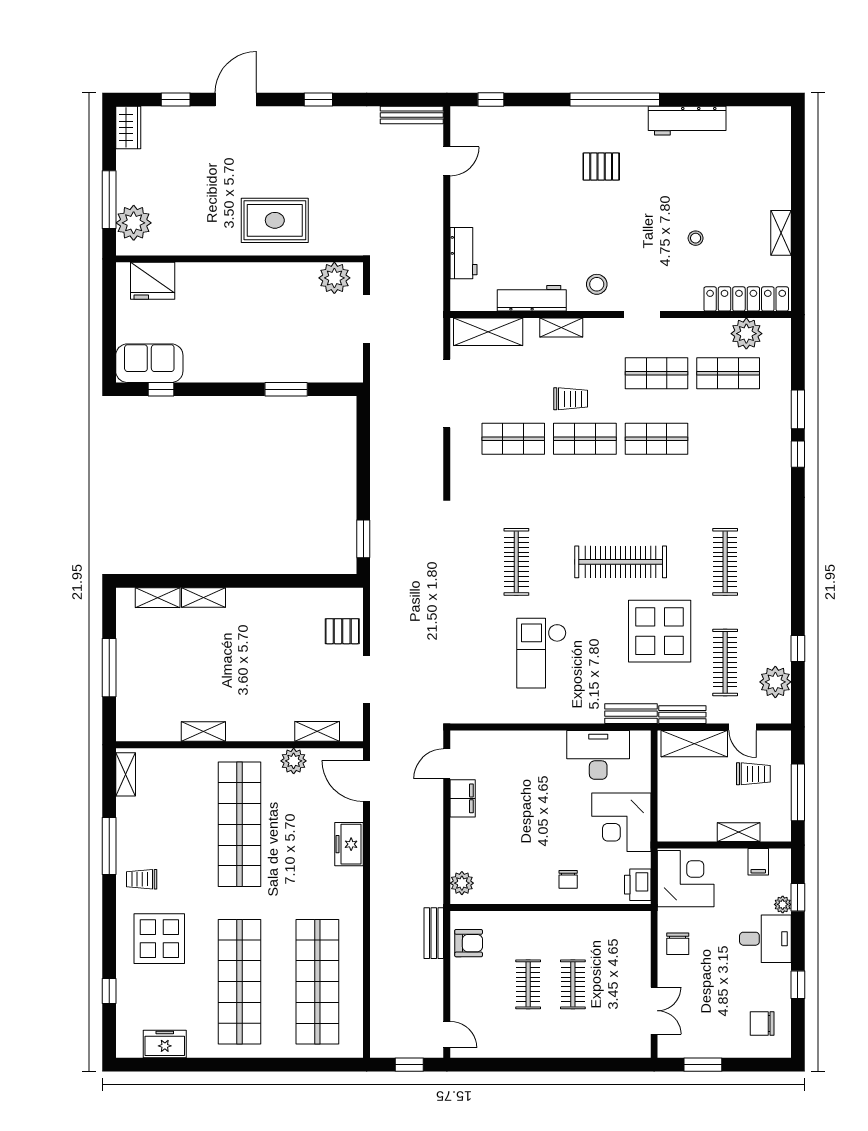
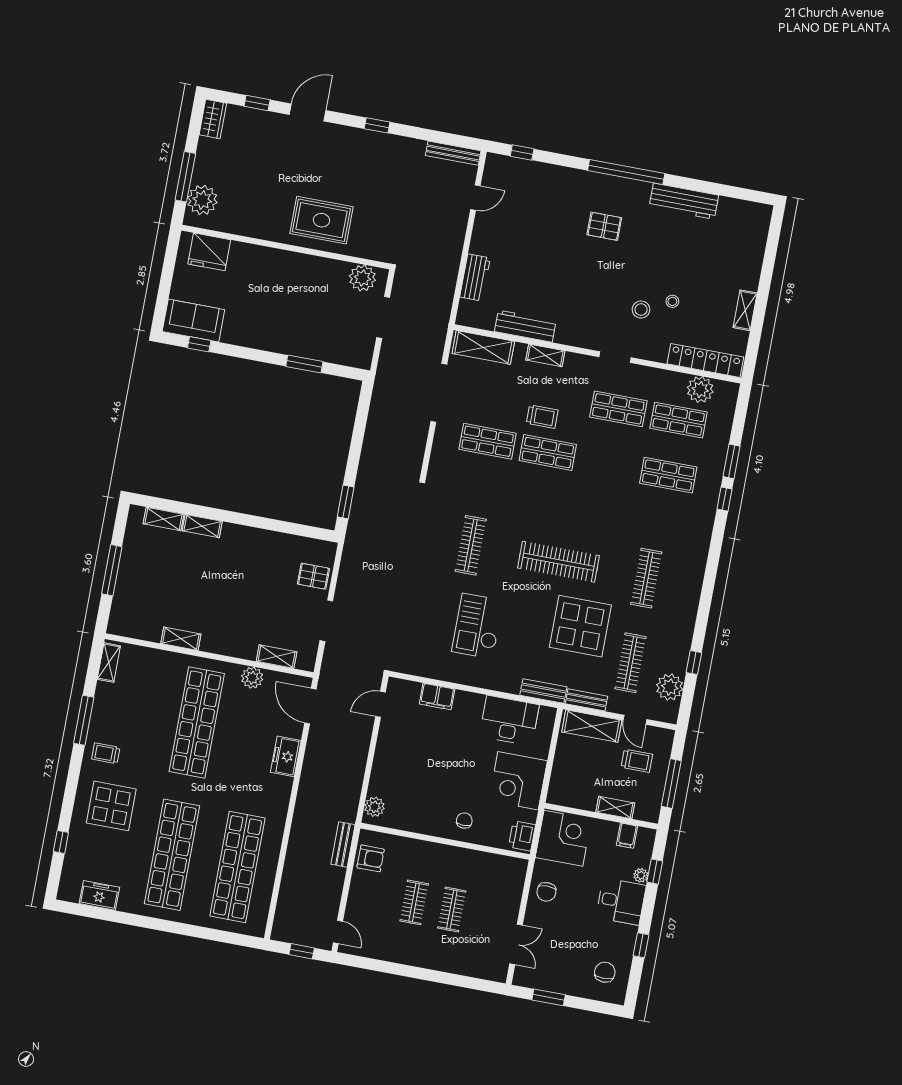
stool: (597, 284) -> (641, 310), moved
shop shelf: (657, 439) -> (668, 475), moved
filing cabinet: (463, 798) -> (437, 696), moved, turned 90
chair: (568, 879) -> (464, 821), turned 180
chair: (762, 1023) -> (605, 972), turned 90

